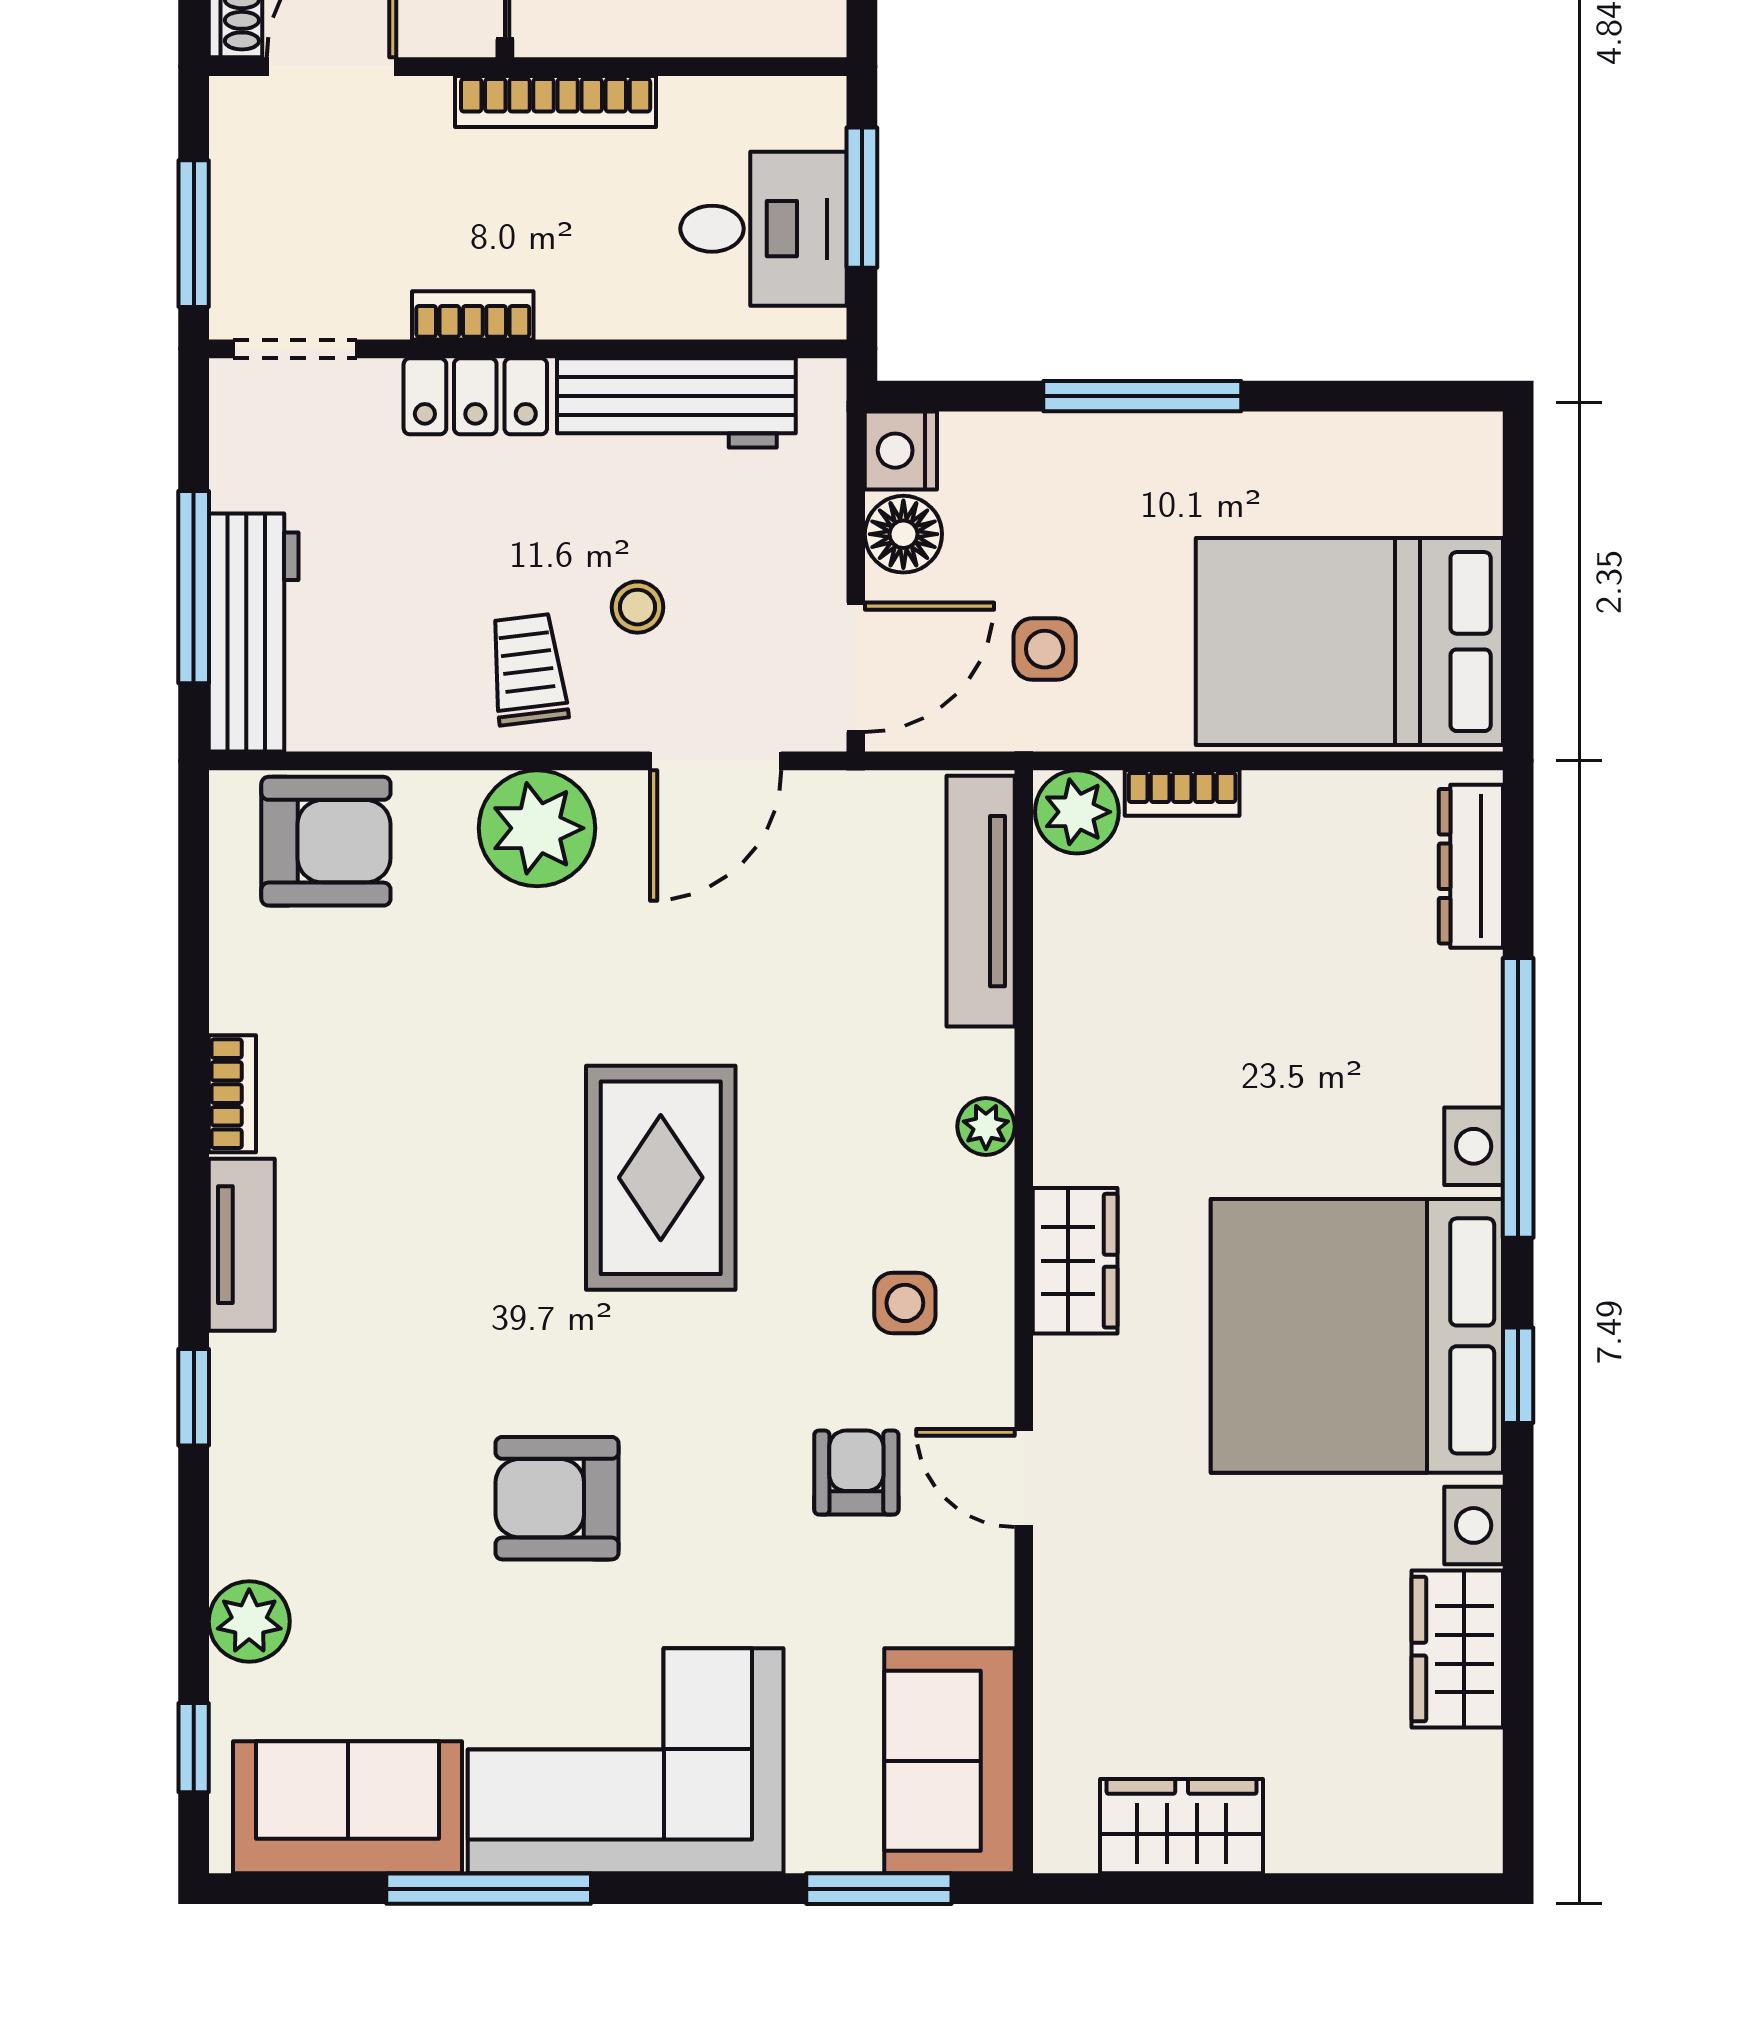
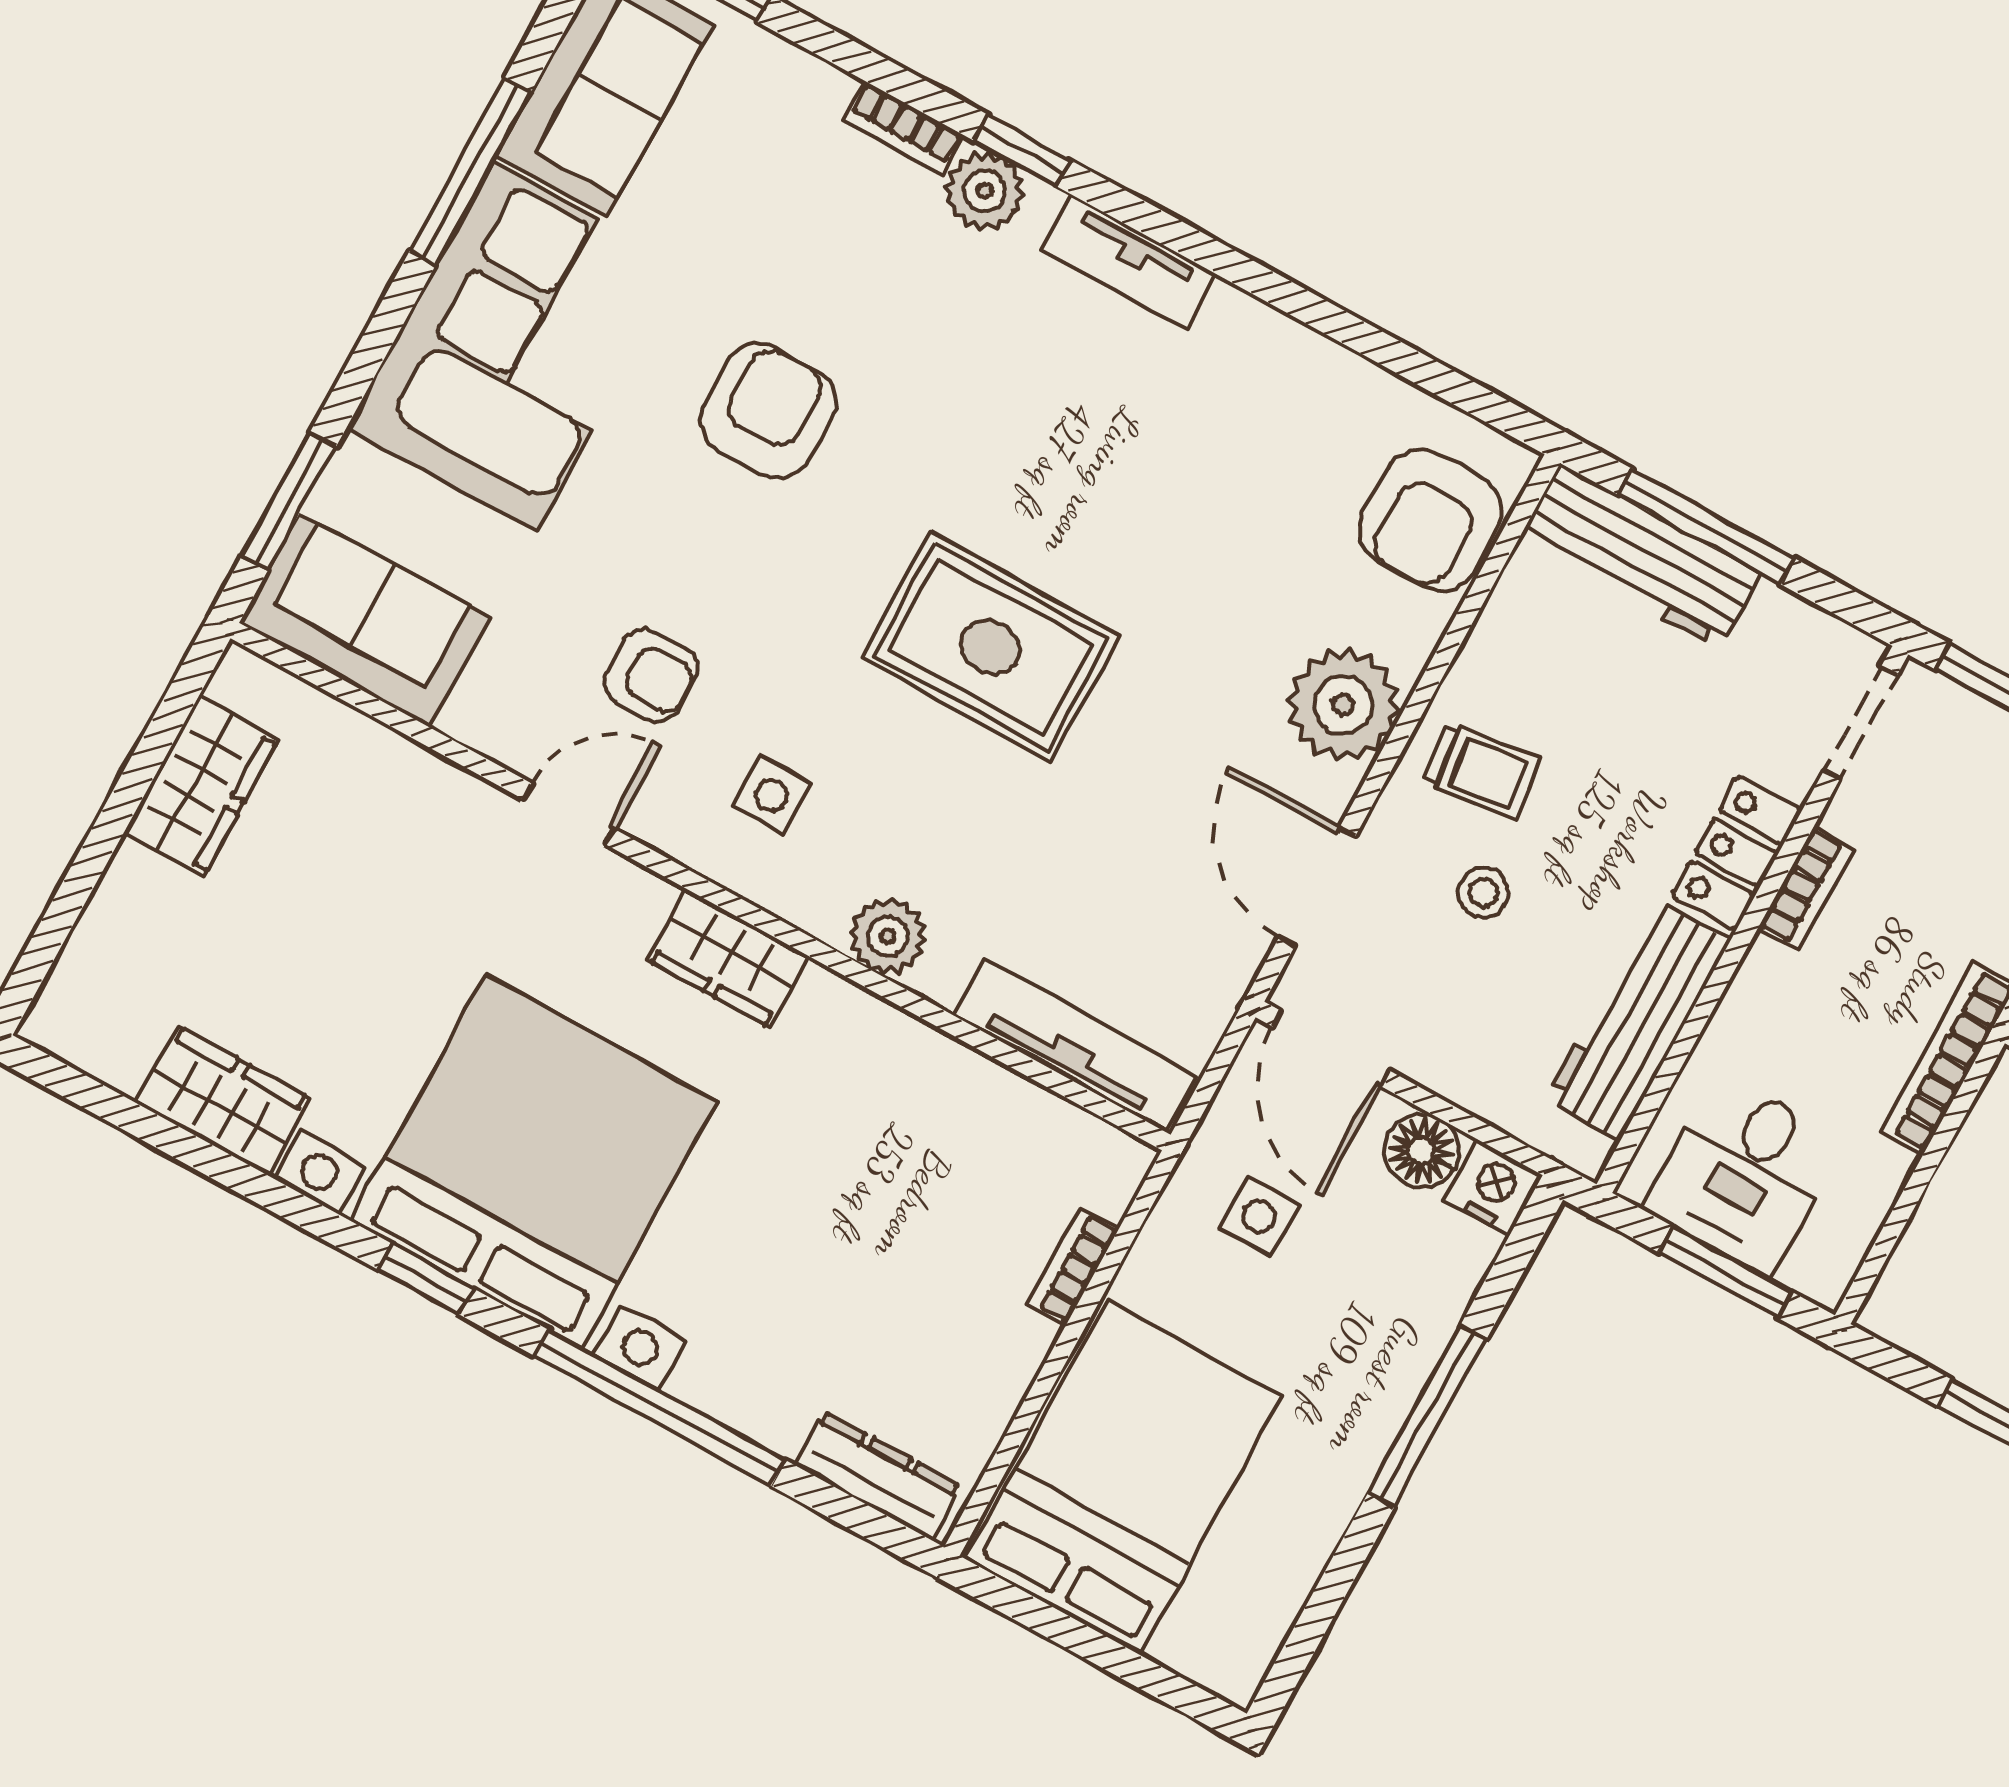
plant: (1077, 812) -> (1106, 1168), removed
bookcase: (232, 1094) -> (904, 128), moved
plant: (986, 1126) -> (888, 936), width x1.38, depth x1.38
plant: (249, 1621) -> (985, 191), moved

